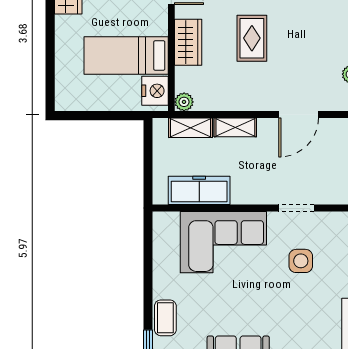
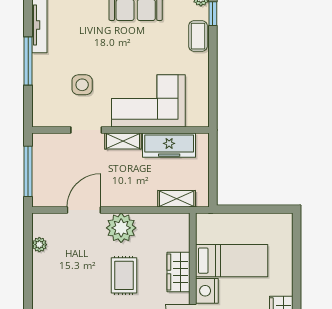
nightstand: (155, 91) -> (207, 291), moved
plant: (184, 102) -> (121, 228), moved, width x1.88, depth x1.88
shelving: (235, 127) -> (123, 141), moved

